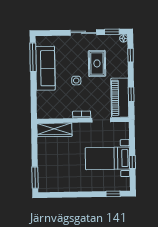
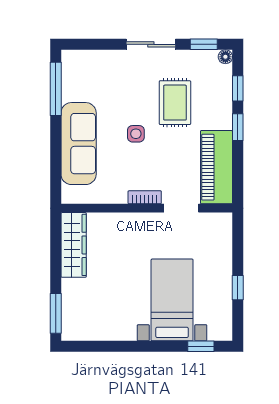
sofa: (45, 68) -> (79, 144), moved
window: (131, 94) -> (238, 127), moved
wardrobe: (54, 130) -> (74, 245), moved, turned -90
bed with nightstands: (107, 158) -> (172, 300), moved, turned 90

